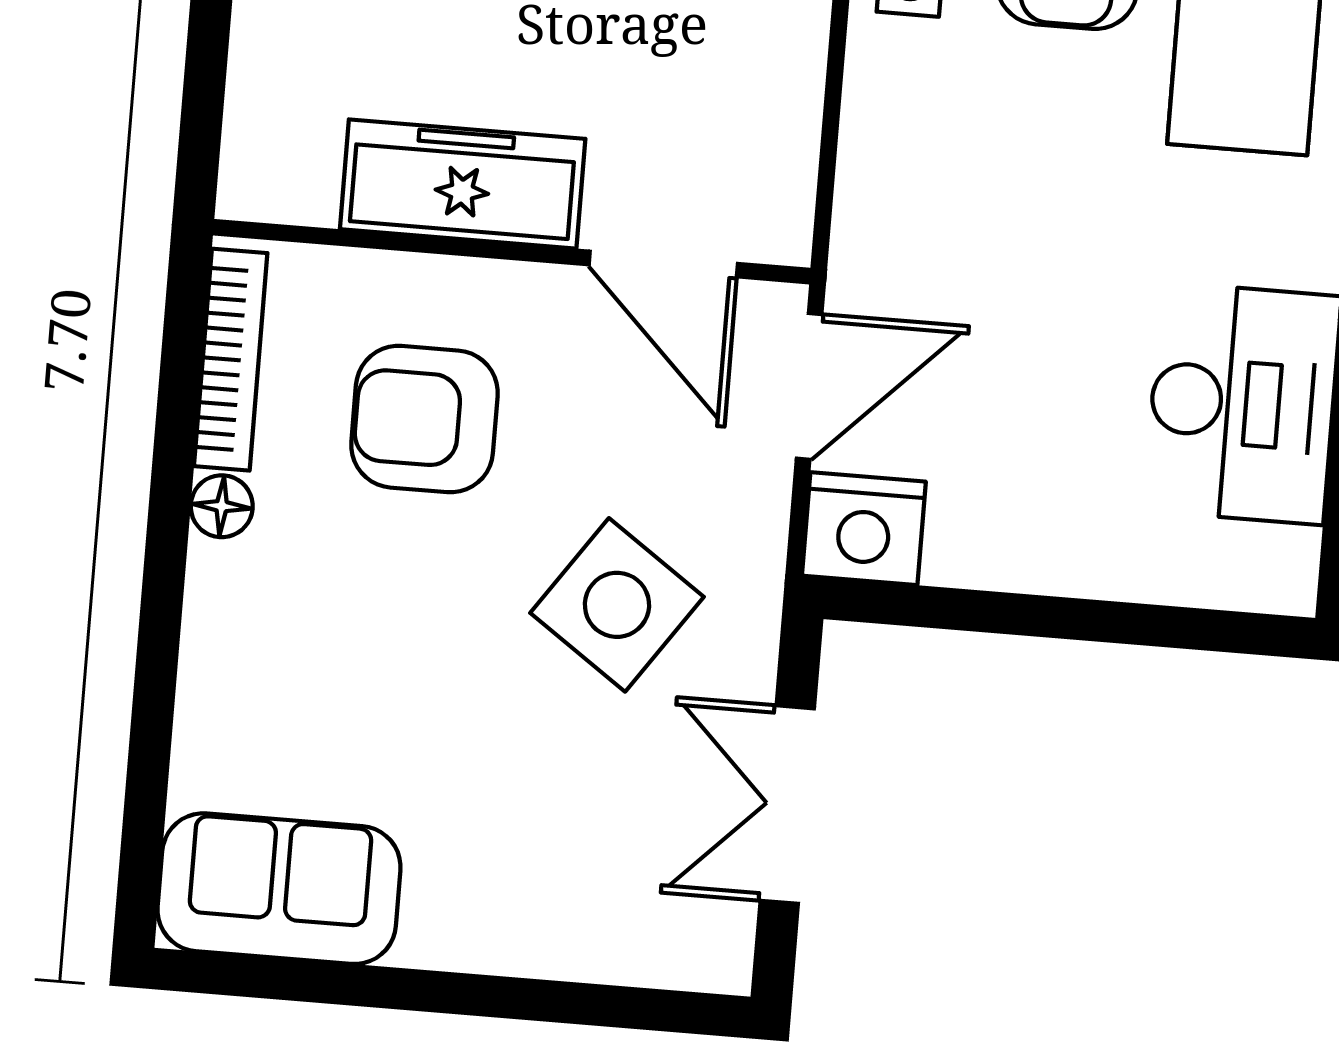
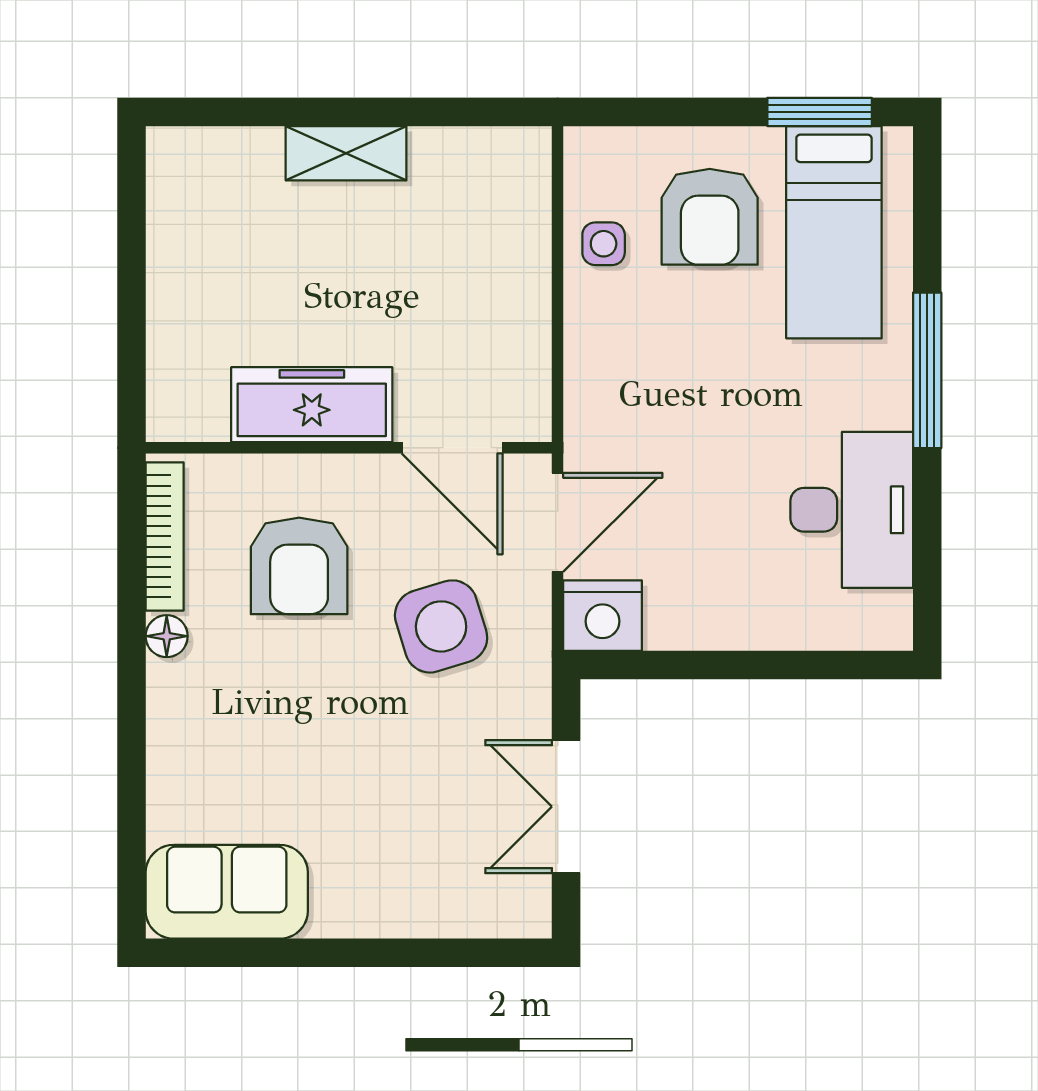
armchair: (424, 419) -> (299, 566), turned -90
side table: (617, 605) -> (441, 626), moved, turned 38

